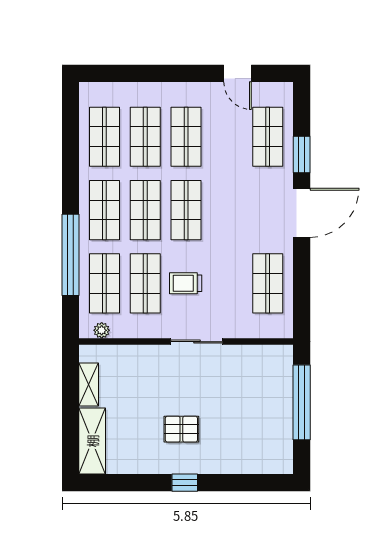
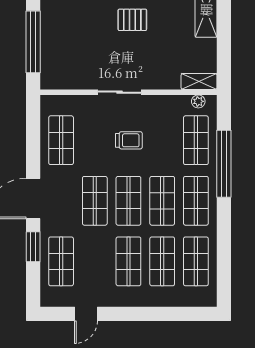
door: (238, 73) -> (86, 314), swing flipped
shop shelf: (145, 283) -> (95, 201), moved
shelving: (89, 384) -> (199, 82), moved, turned 90

